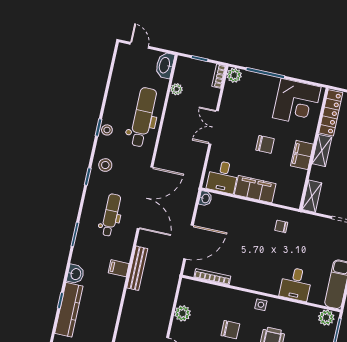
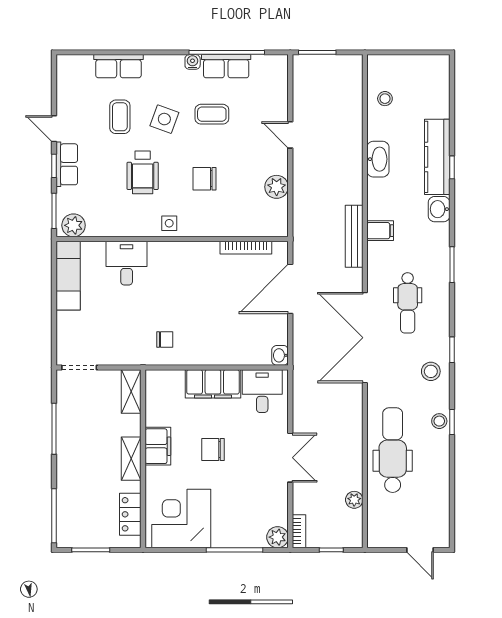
washbasin: (165, 65) -> (378, 159), moved
locker: (331, 113) -> (130, 514), width x0.66
dental chair: (143, 117) -> (393, 450), turned 180

